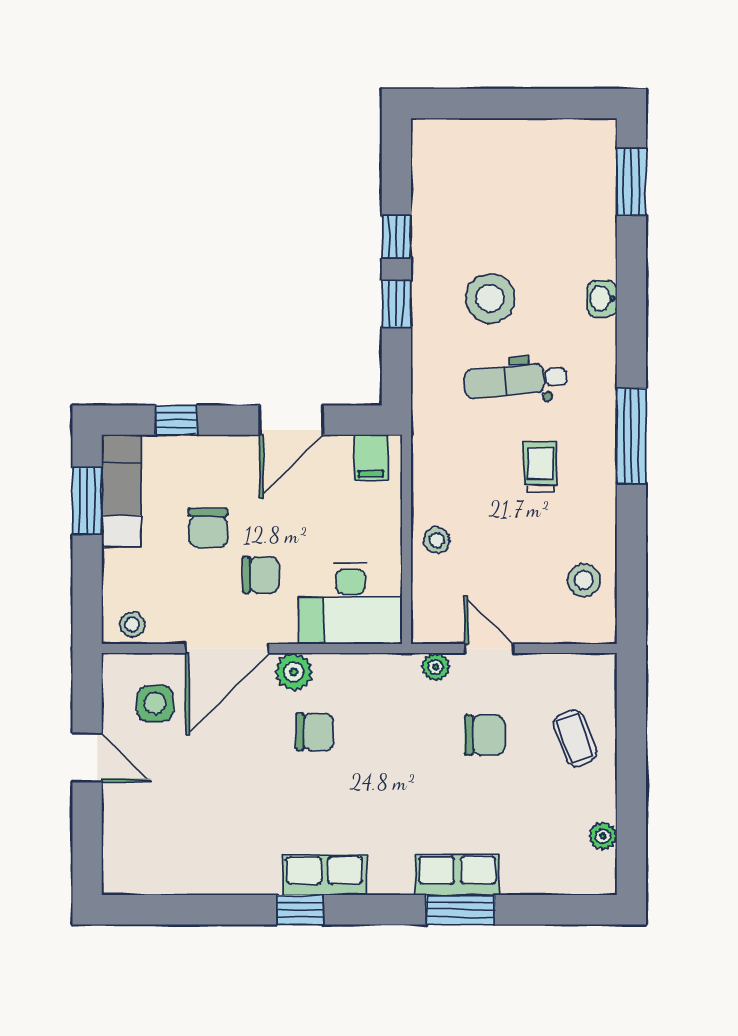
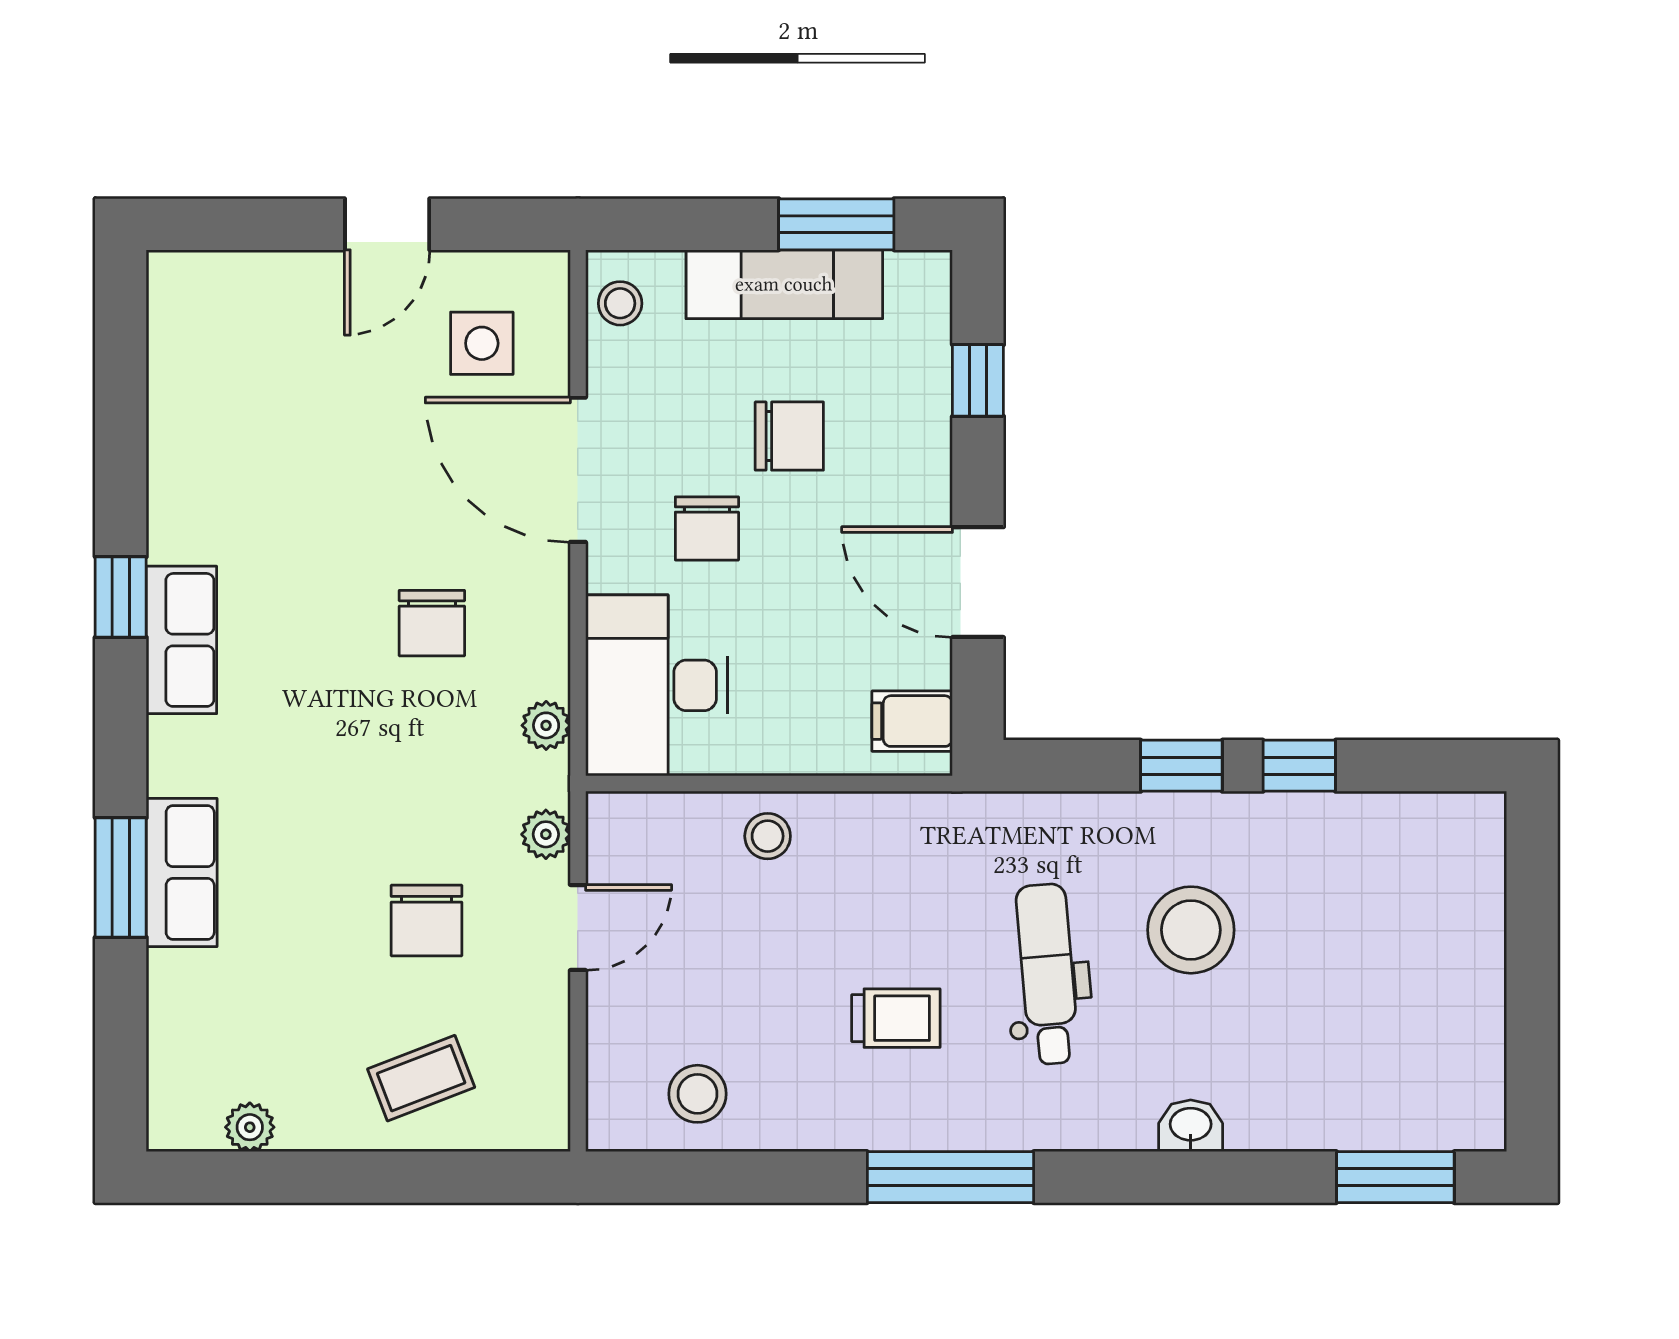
exam couch: (121, 491) -> (784, 284), moved
chair: (208, 528) -> (789, 436), turned 180
plant: (294, 672) -> (546, 725), moved, width x0.73, depth x0.73

